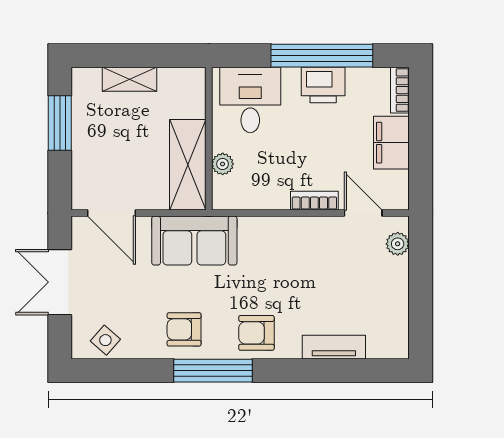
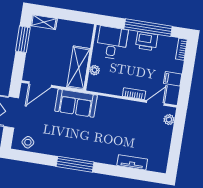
shelving: (129, 79) -> (44, 22), moved
filing cabinet: (391, 143) -> (173, 79), width x0.50
door: (111, 213) -> (40, 84), hinge flipped
door: (363, 213) -> (155, 103), hinge flipped
armchair: (184, 329) -> (65, 143), removed
armchair: (256, 333) -> (98, 150), removed

